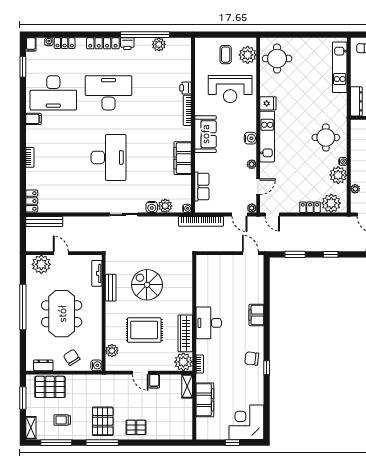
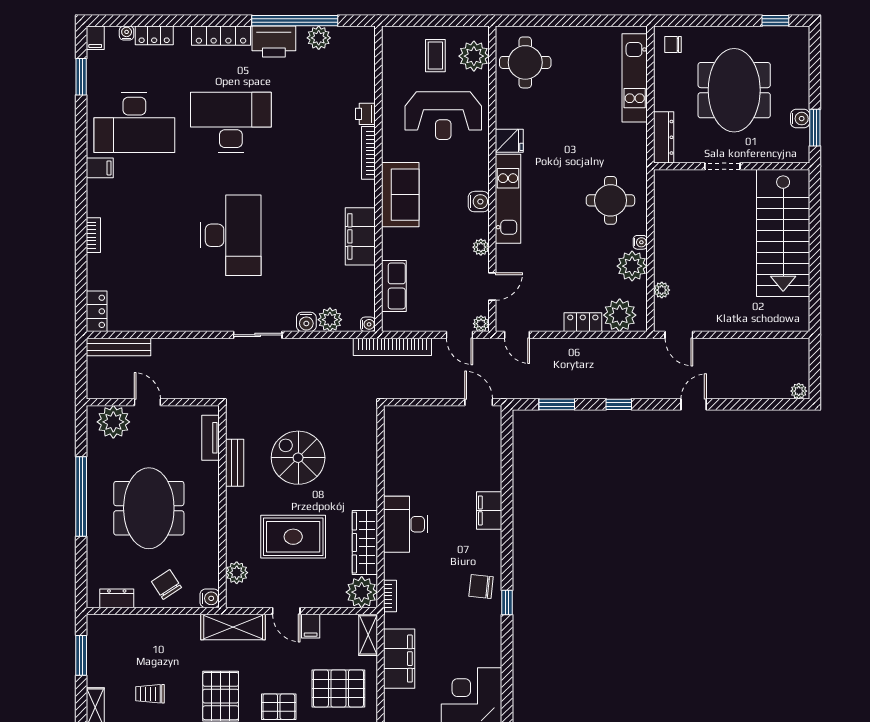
printer: (127, 44) -> (274, 42), width x1.87, depth x1.48
shelving: (110, 382) -> (233, 627), added
pallet: (50, 387) -> (338, 688), moved

